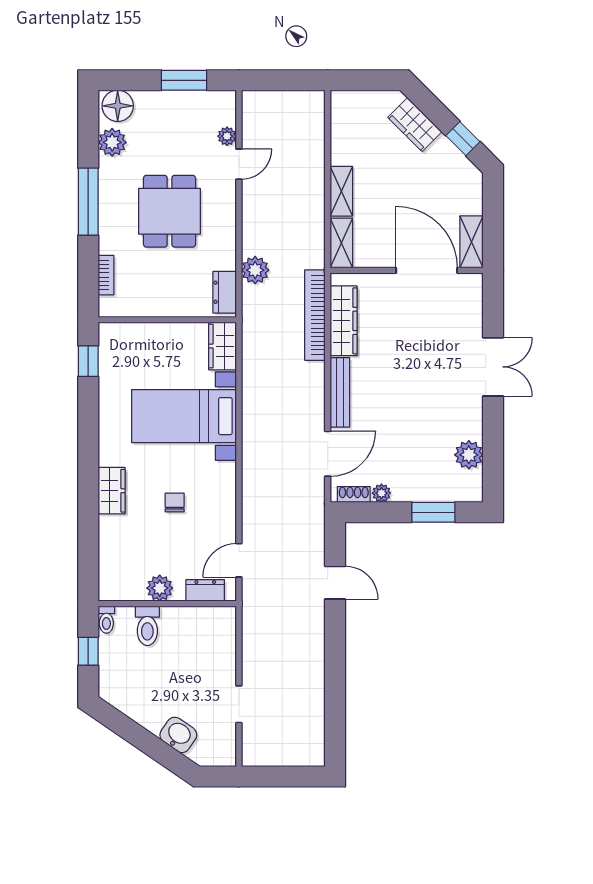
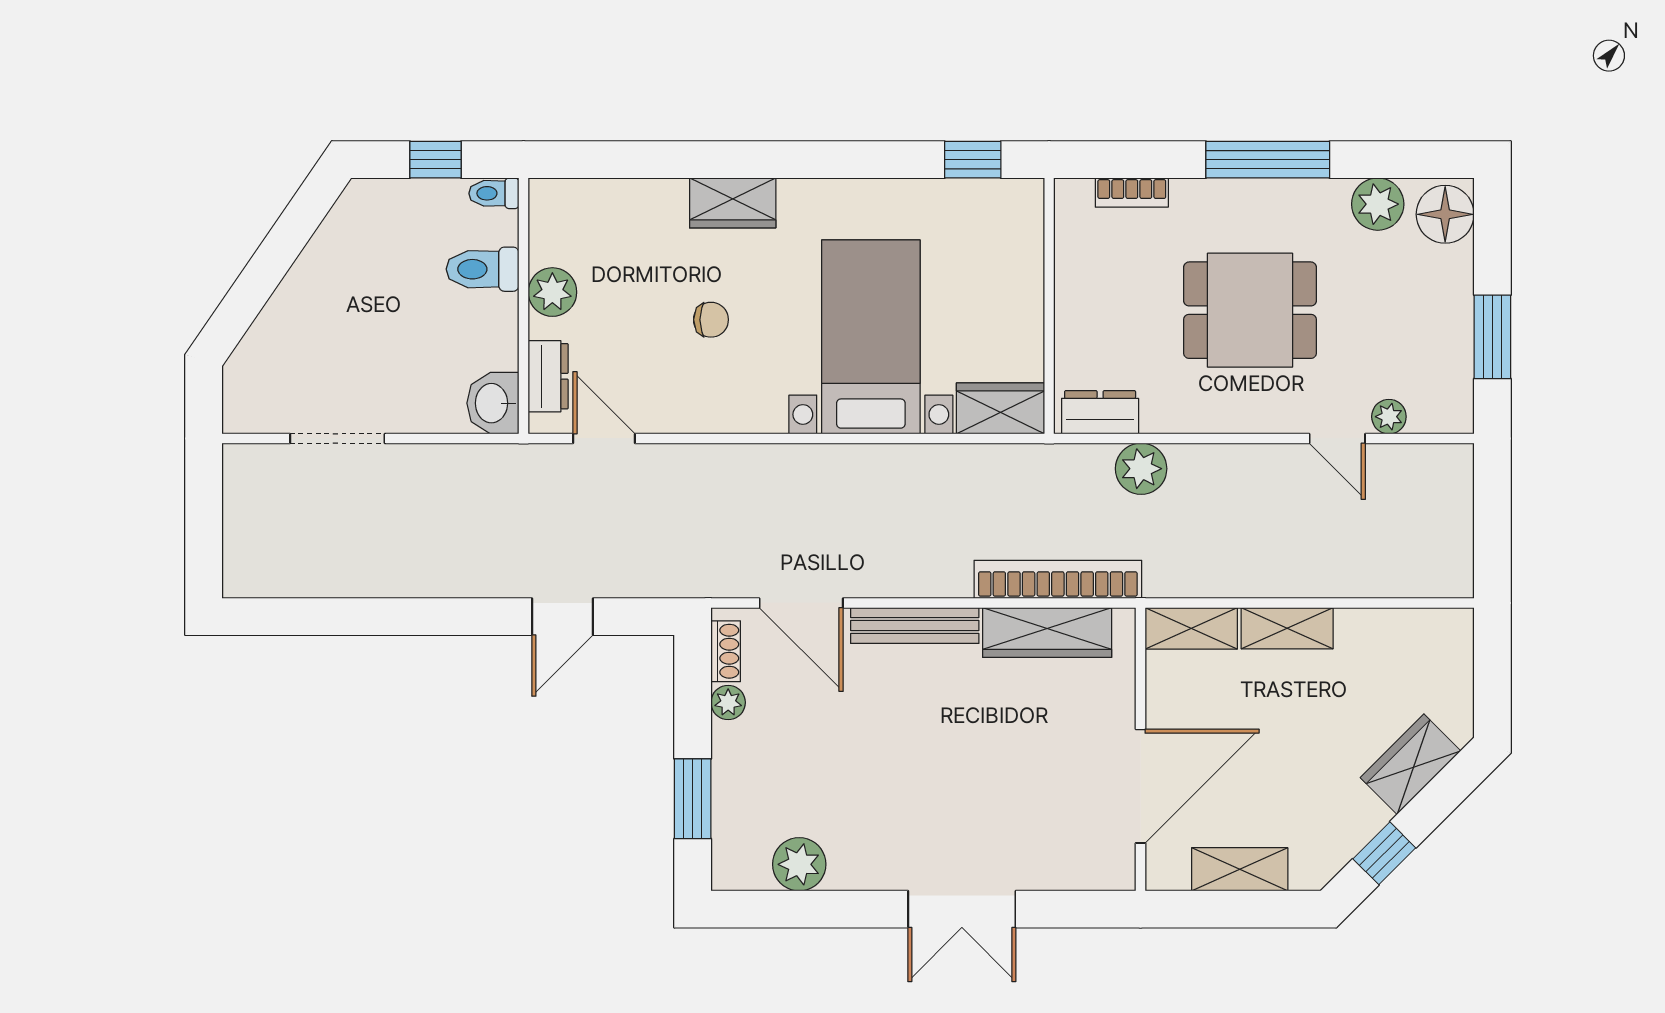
shelving: (472, 242) -> (1240, 869), moved
doorway: (239, 704) -> (337, 438), width x1.38
washbasin: (178, 735) -> (493, 403), moved, turned 146

